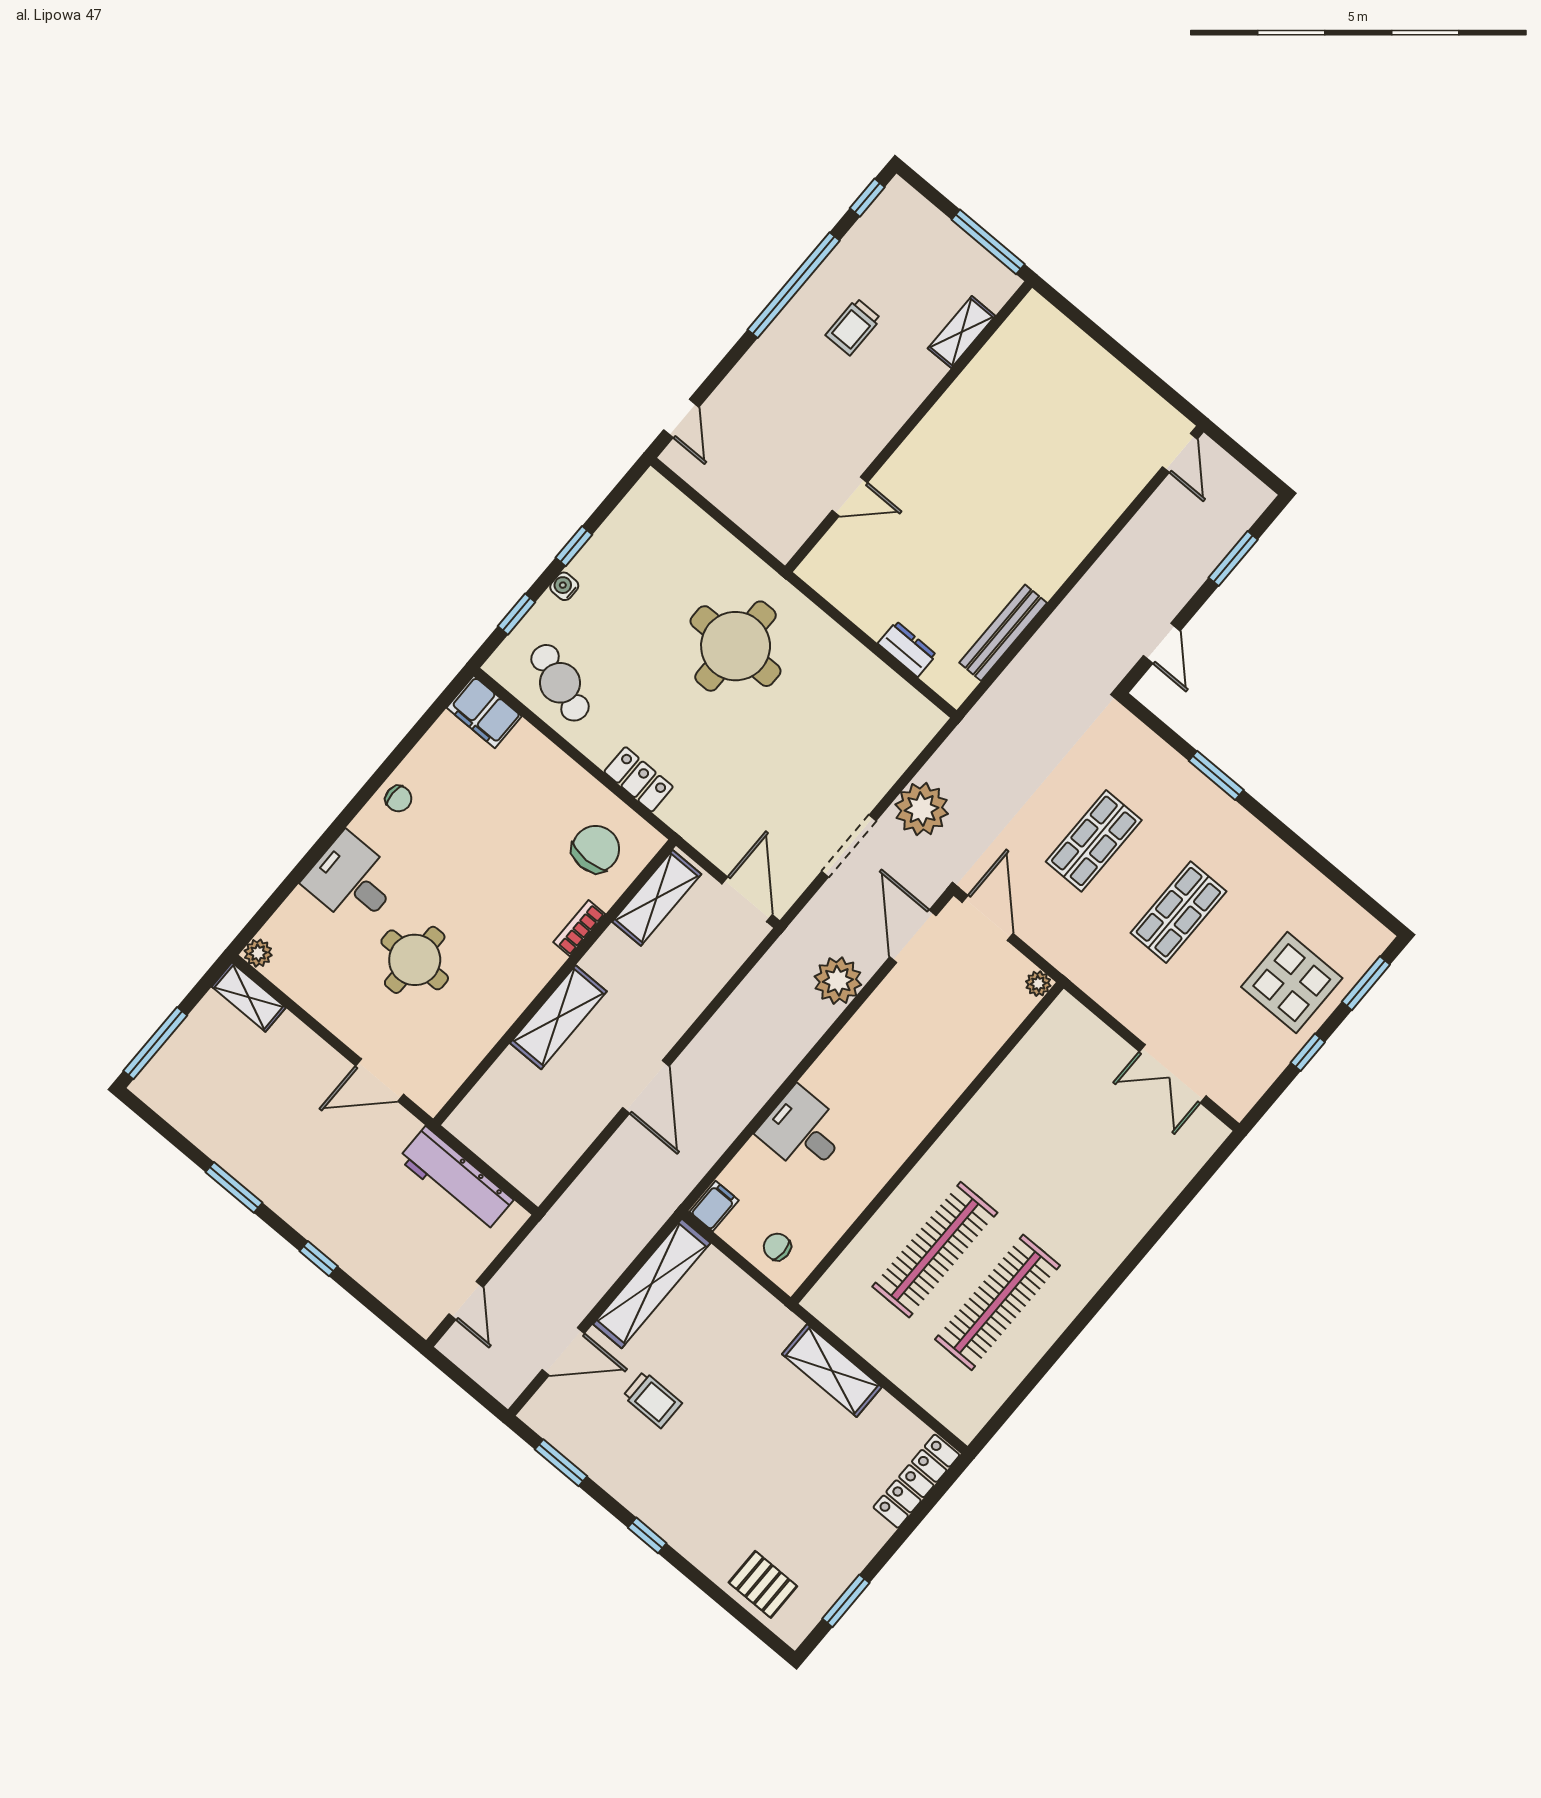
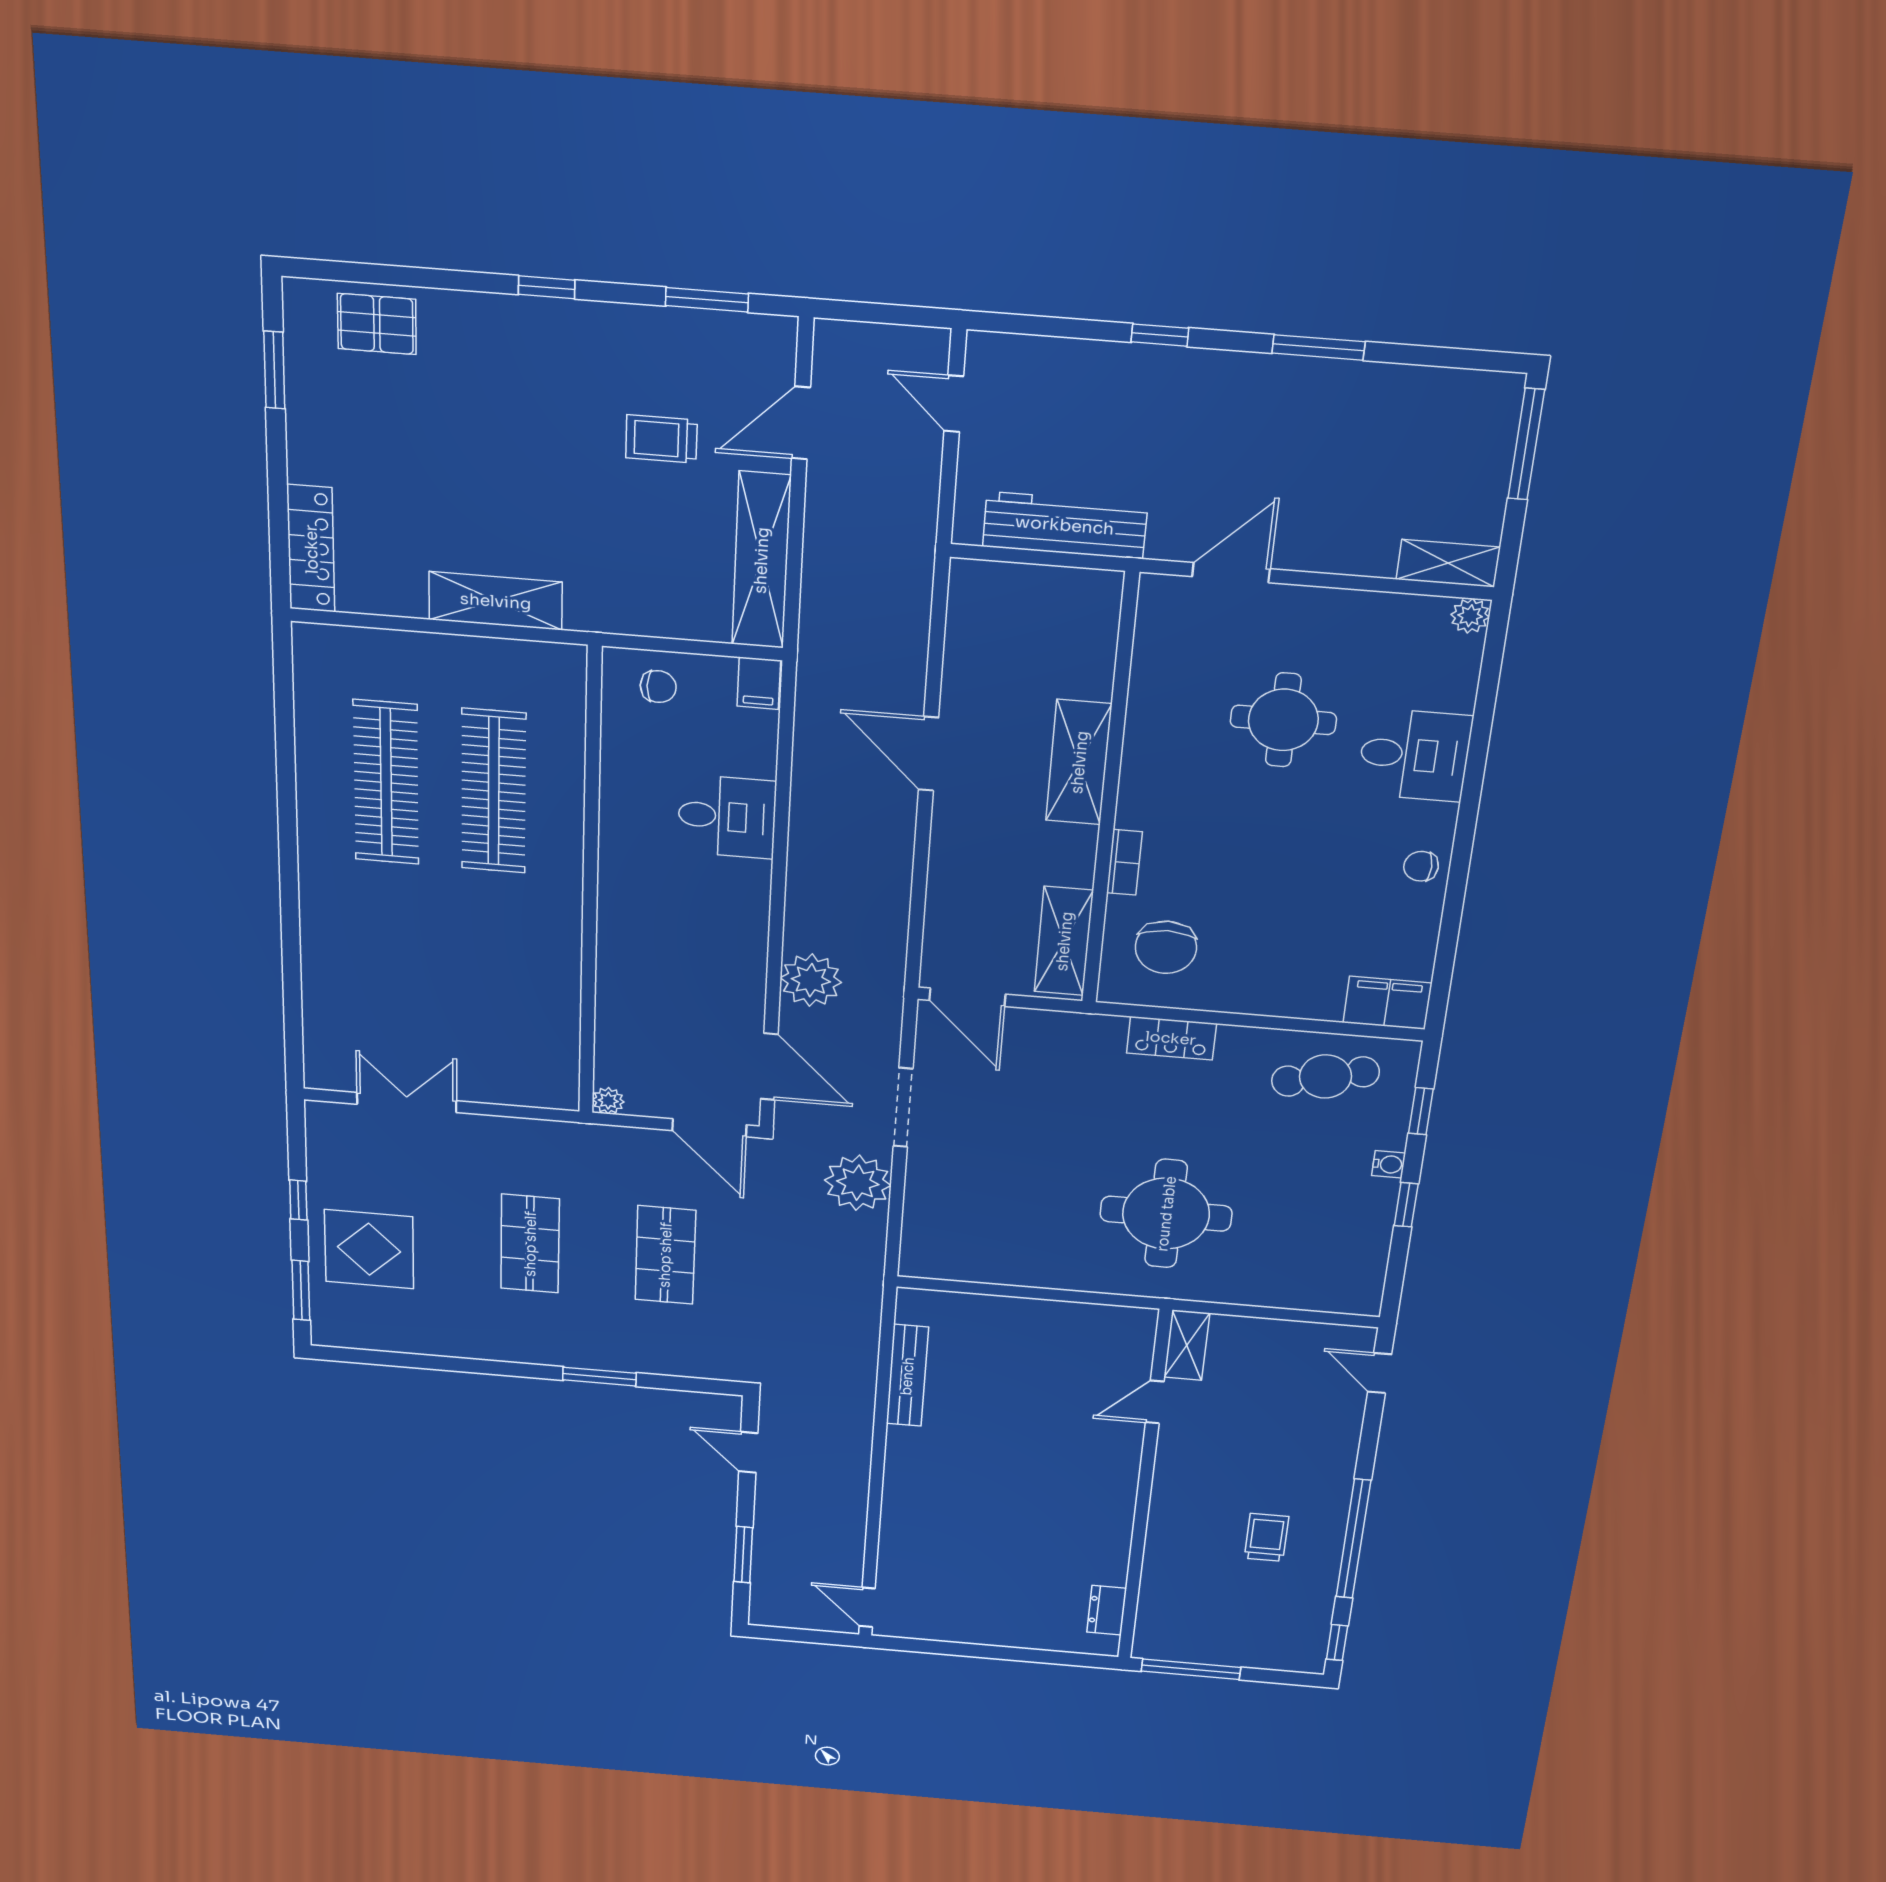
shelving: (962, 332) -> (1187, 1345), moved
dresser: (907, 649) -> (1107, 1610), moved, turned 90
cafe table: (560, 683) -> (1325, 1076), turned -33

